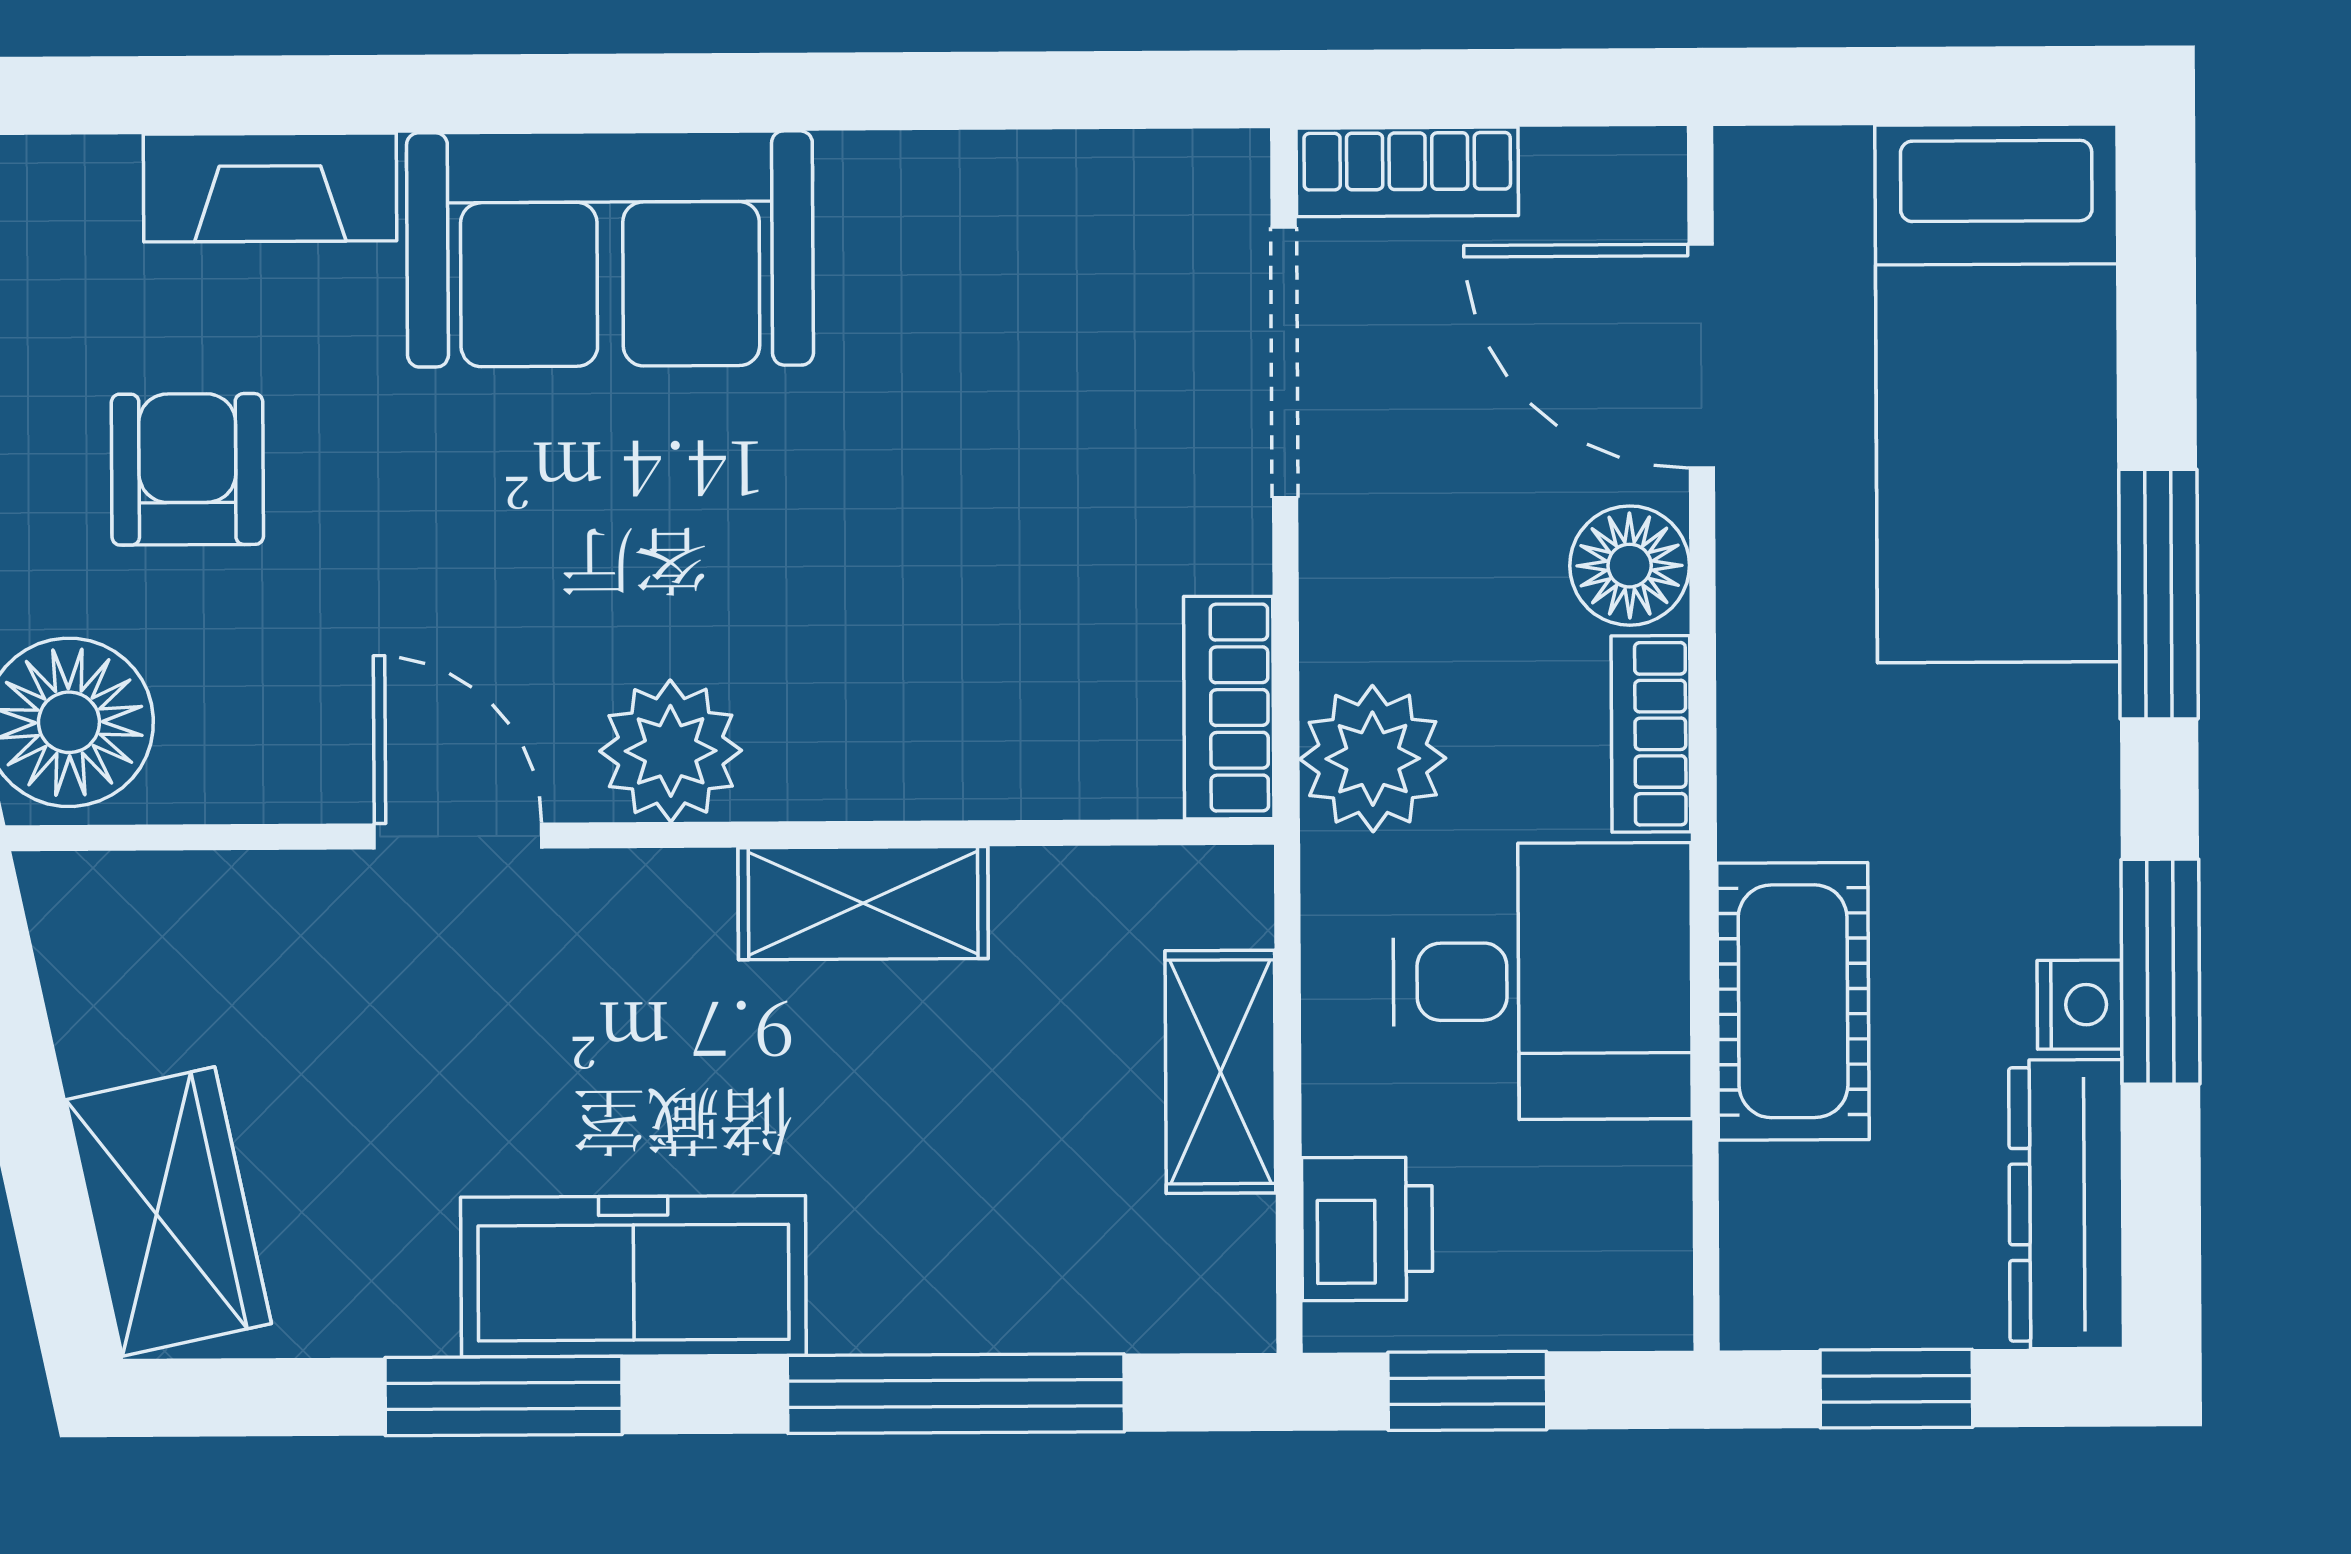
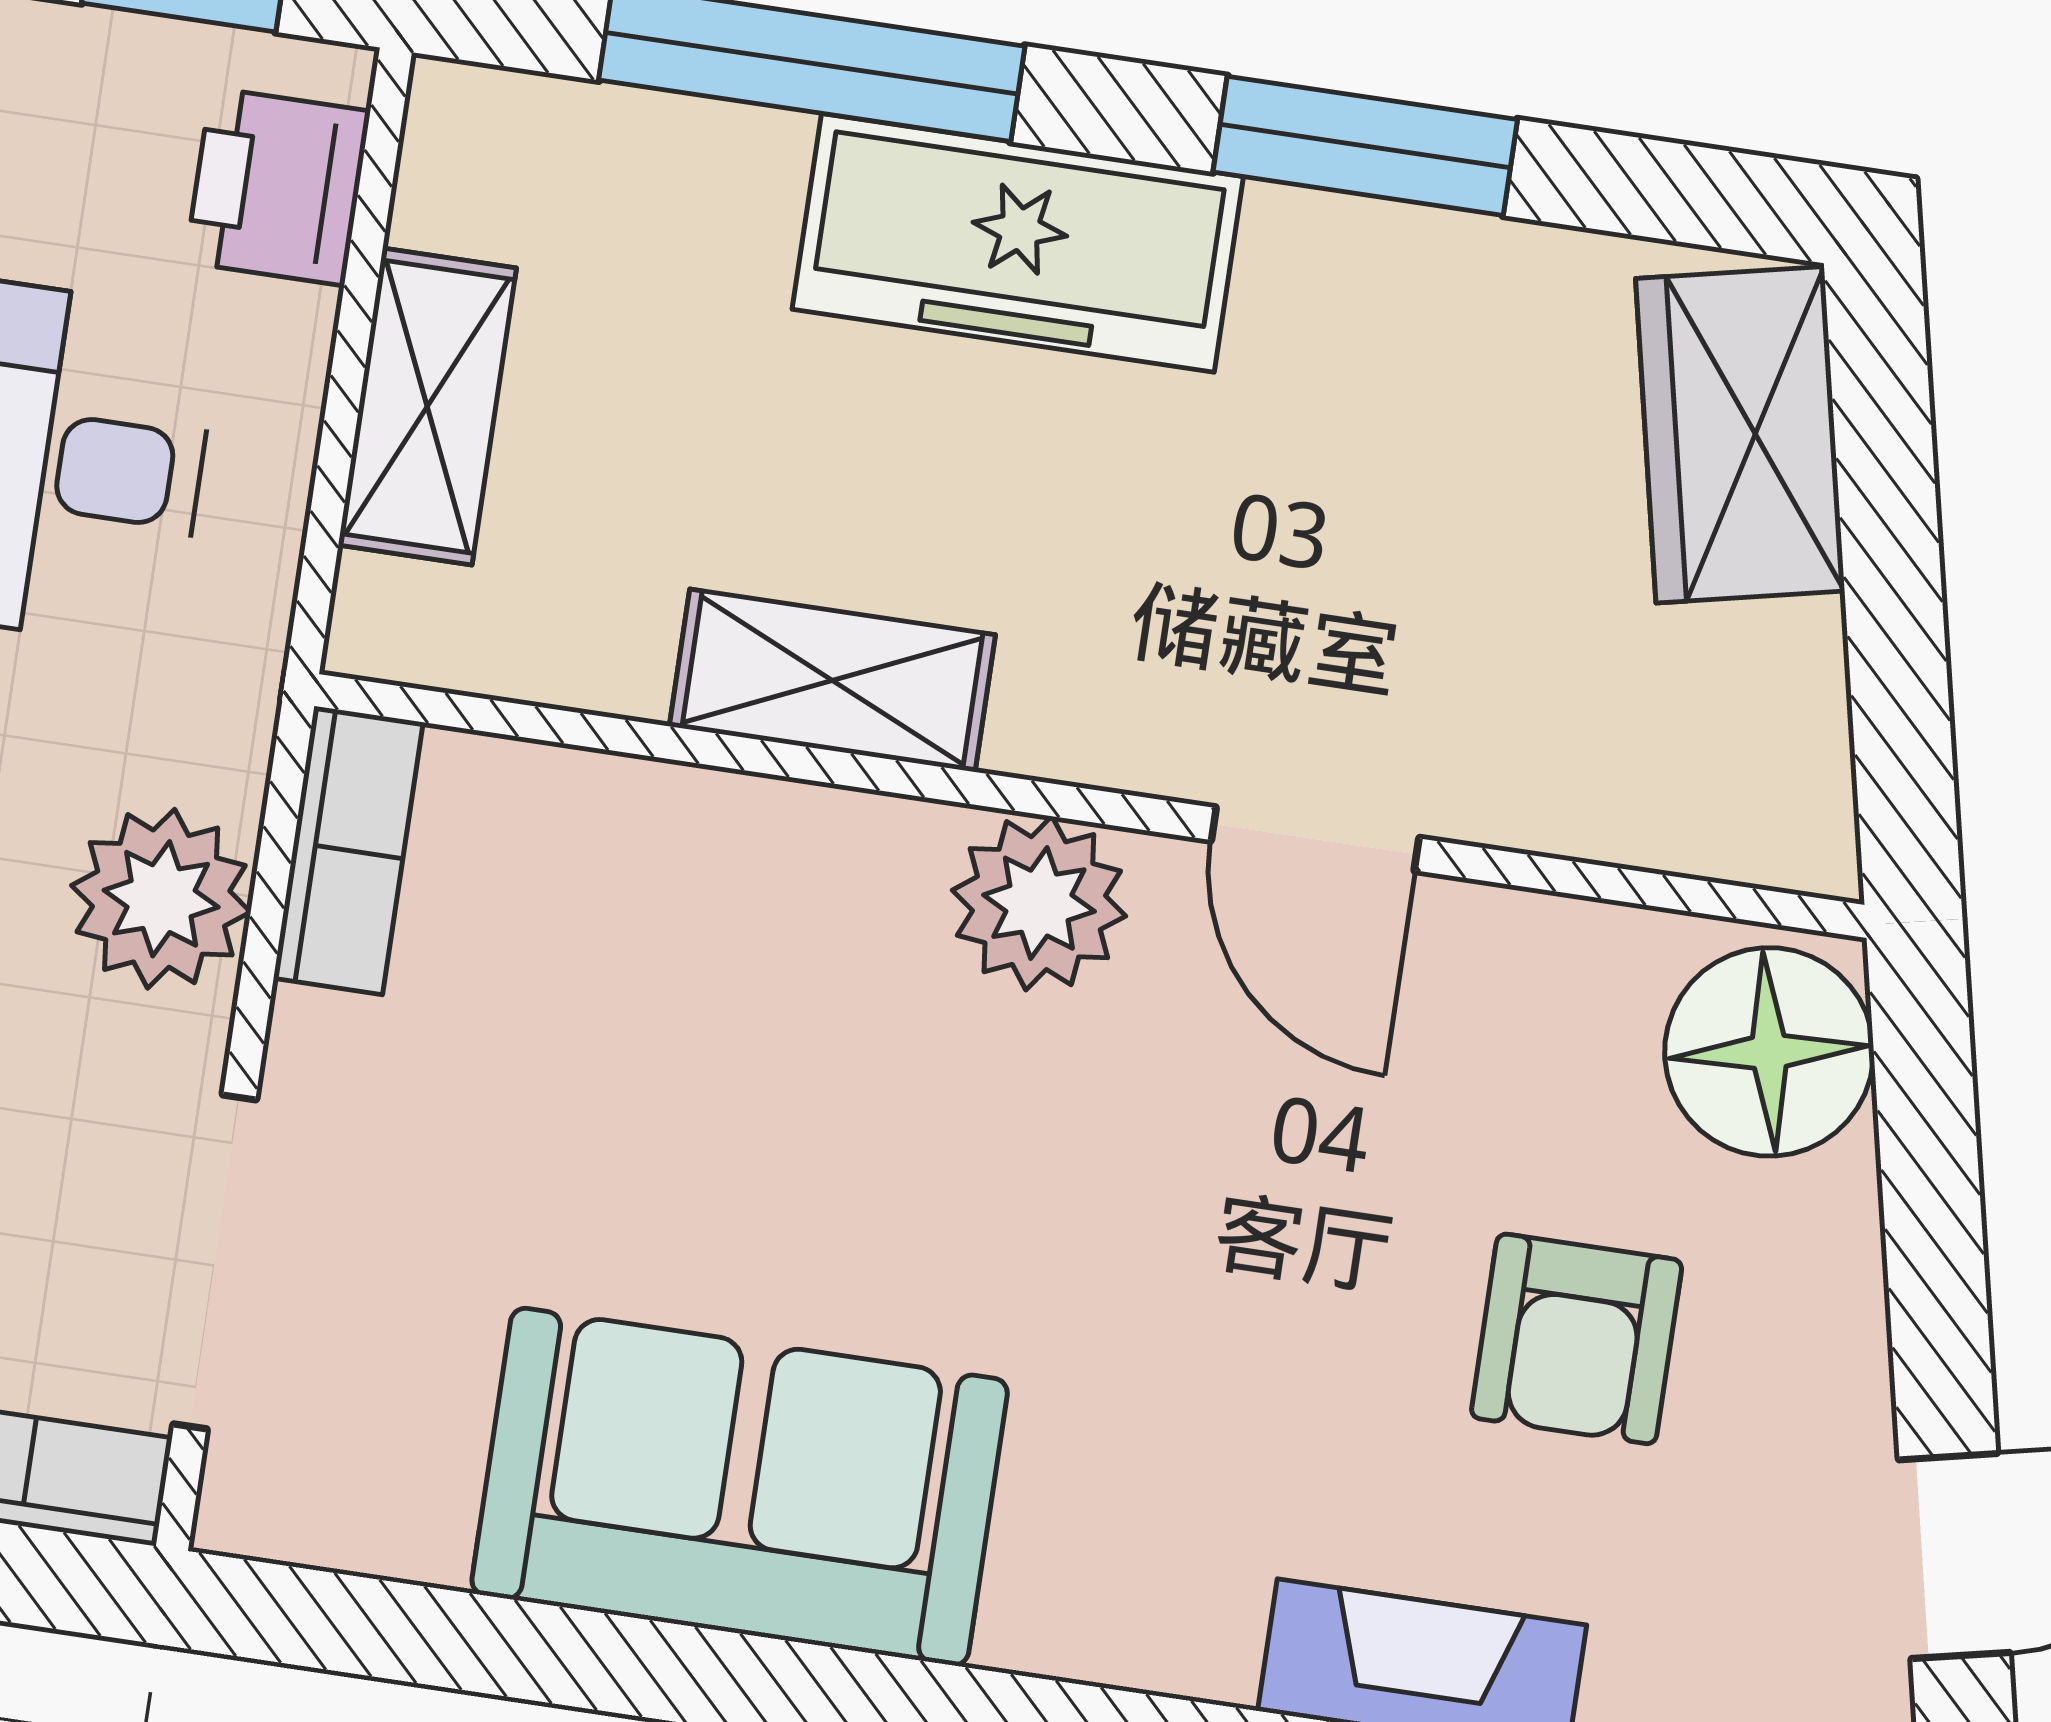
sofa: (610, 249) -> (740, 1487), moved
plant: (1373, 759) -> (161, 899), moved
freezer: (633, 1276) -> (1018, 243), moved

